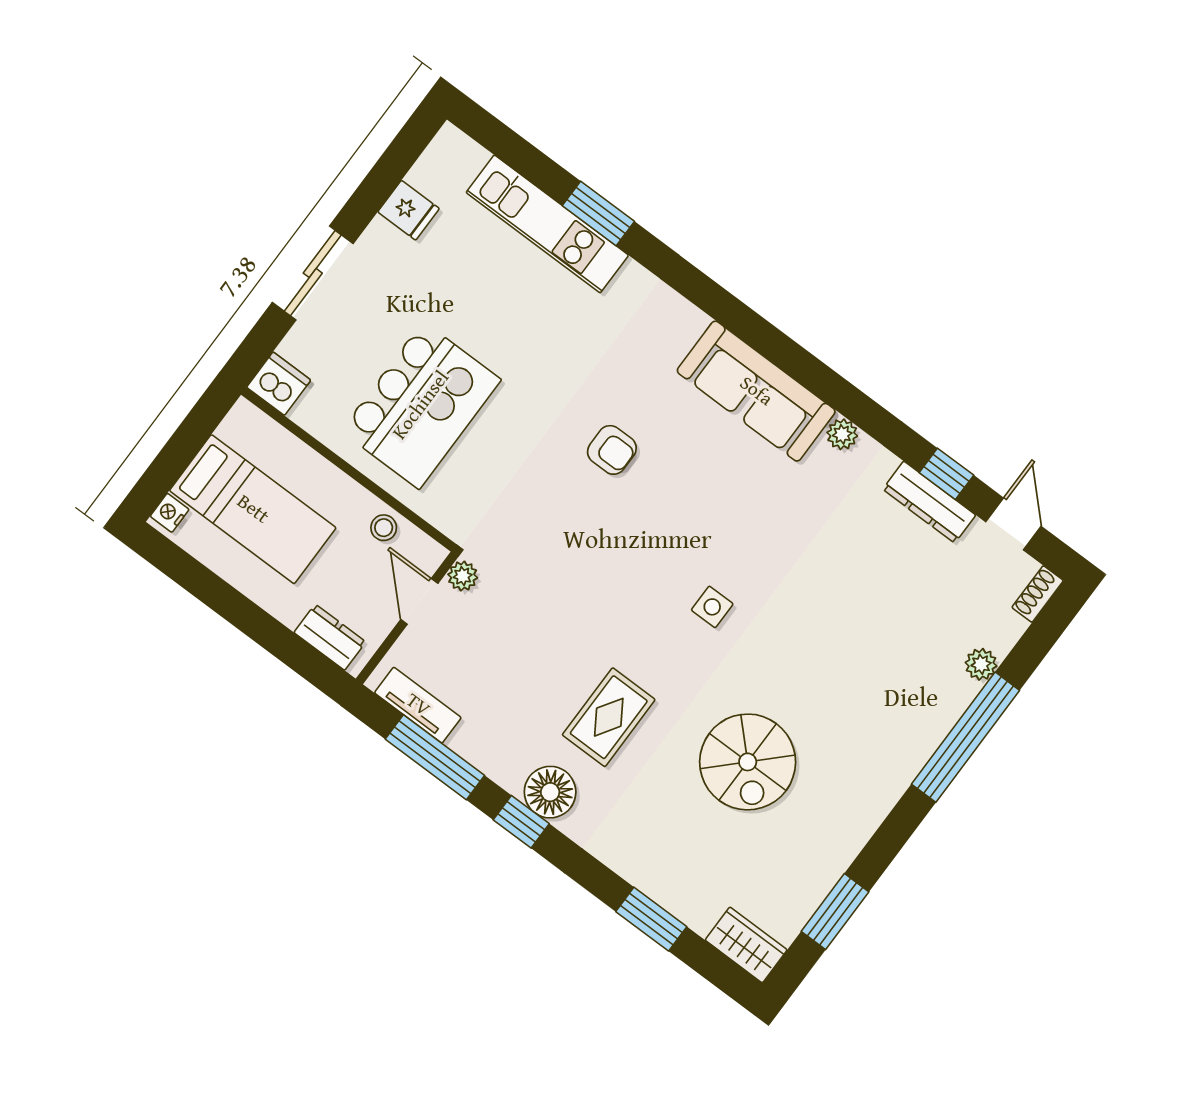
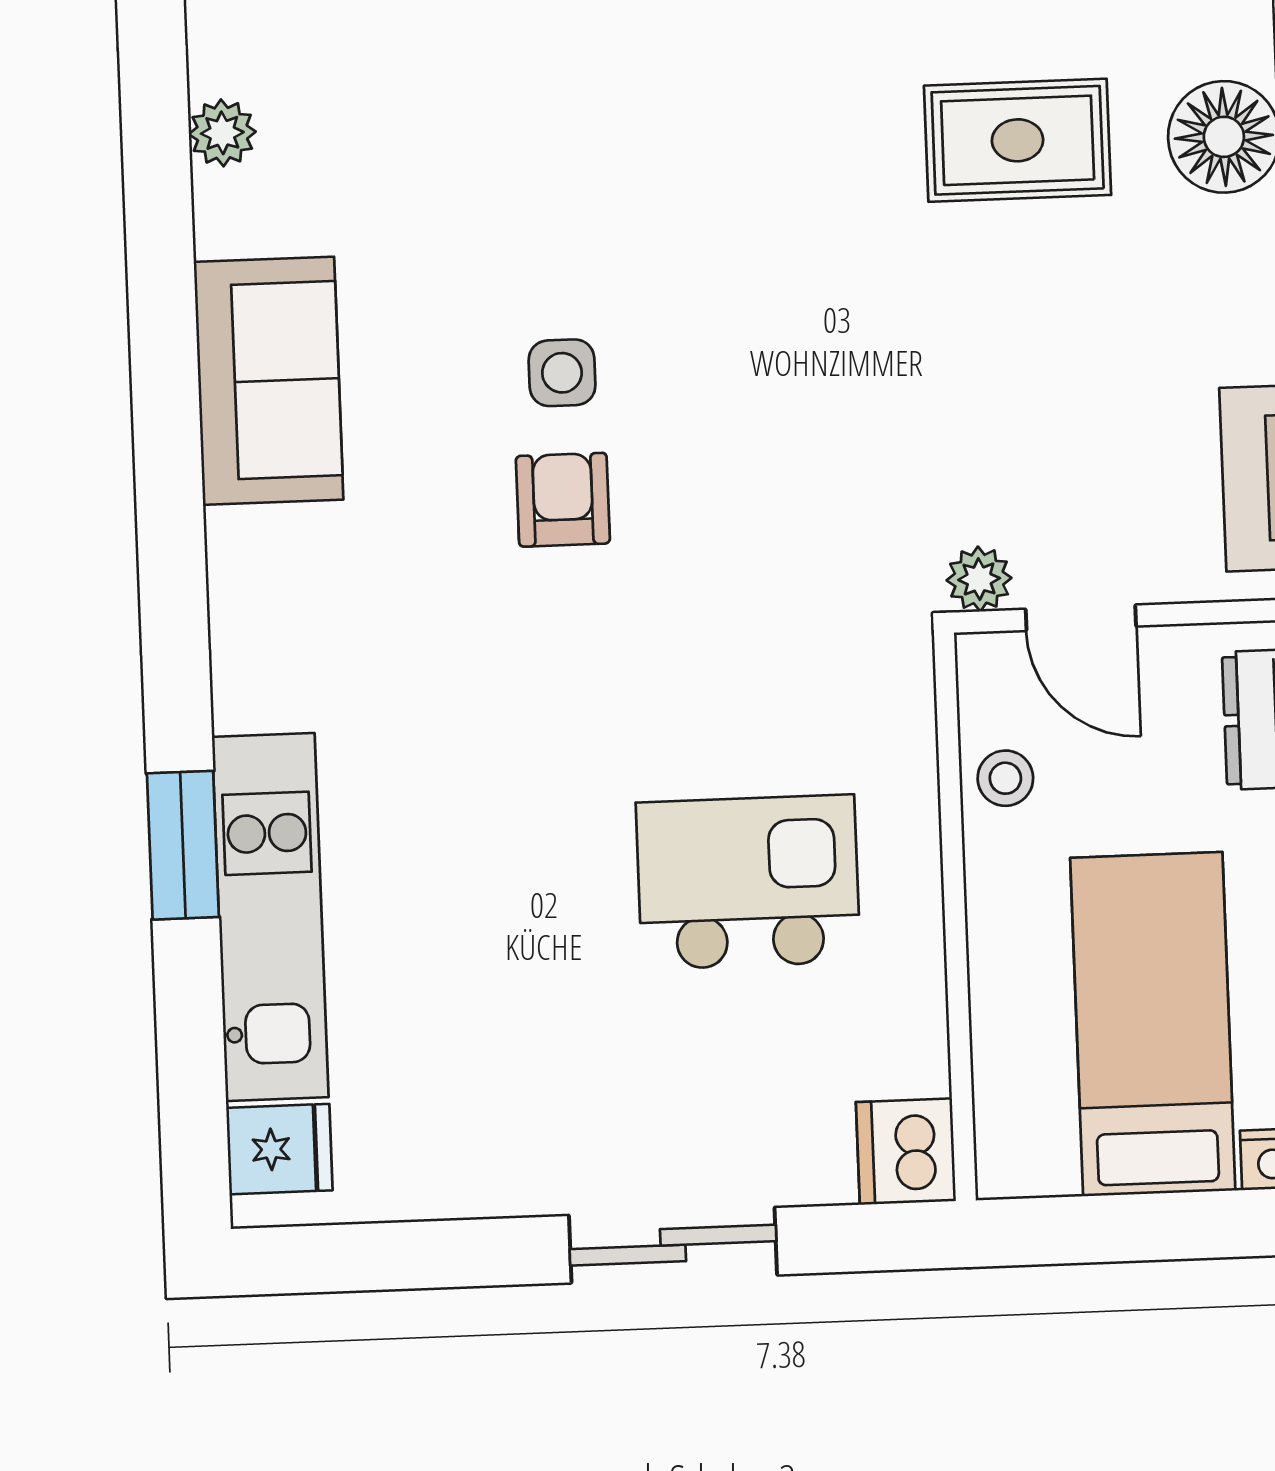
fridge: (409, 210) -> (279, 1149), moved, turned 90
sofa: (756, 391) -> (269, 381), width x0.73
kitchen island: (421, 405) -> (748, 882), width x0.73, depth x0.78
door: (419, 601) -> (1081, 618), hinge flipped
side table: (712, 607) -> (562, 373), moved

